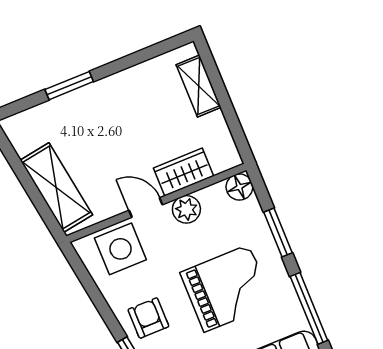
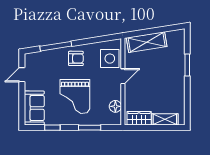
wardrobe: (184, 172) -> (139, 118), moved, turned -90
floor lamp: (239, 187) -> (115, 106), moved
plant: (186, 209) -> (115, 93), removed
window: (309, 308) -> (52, 128), width x0.46

